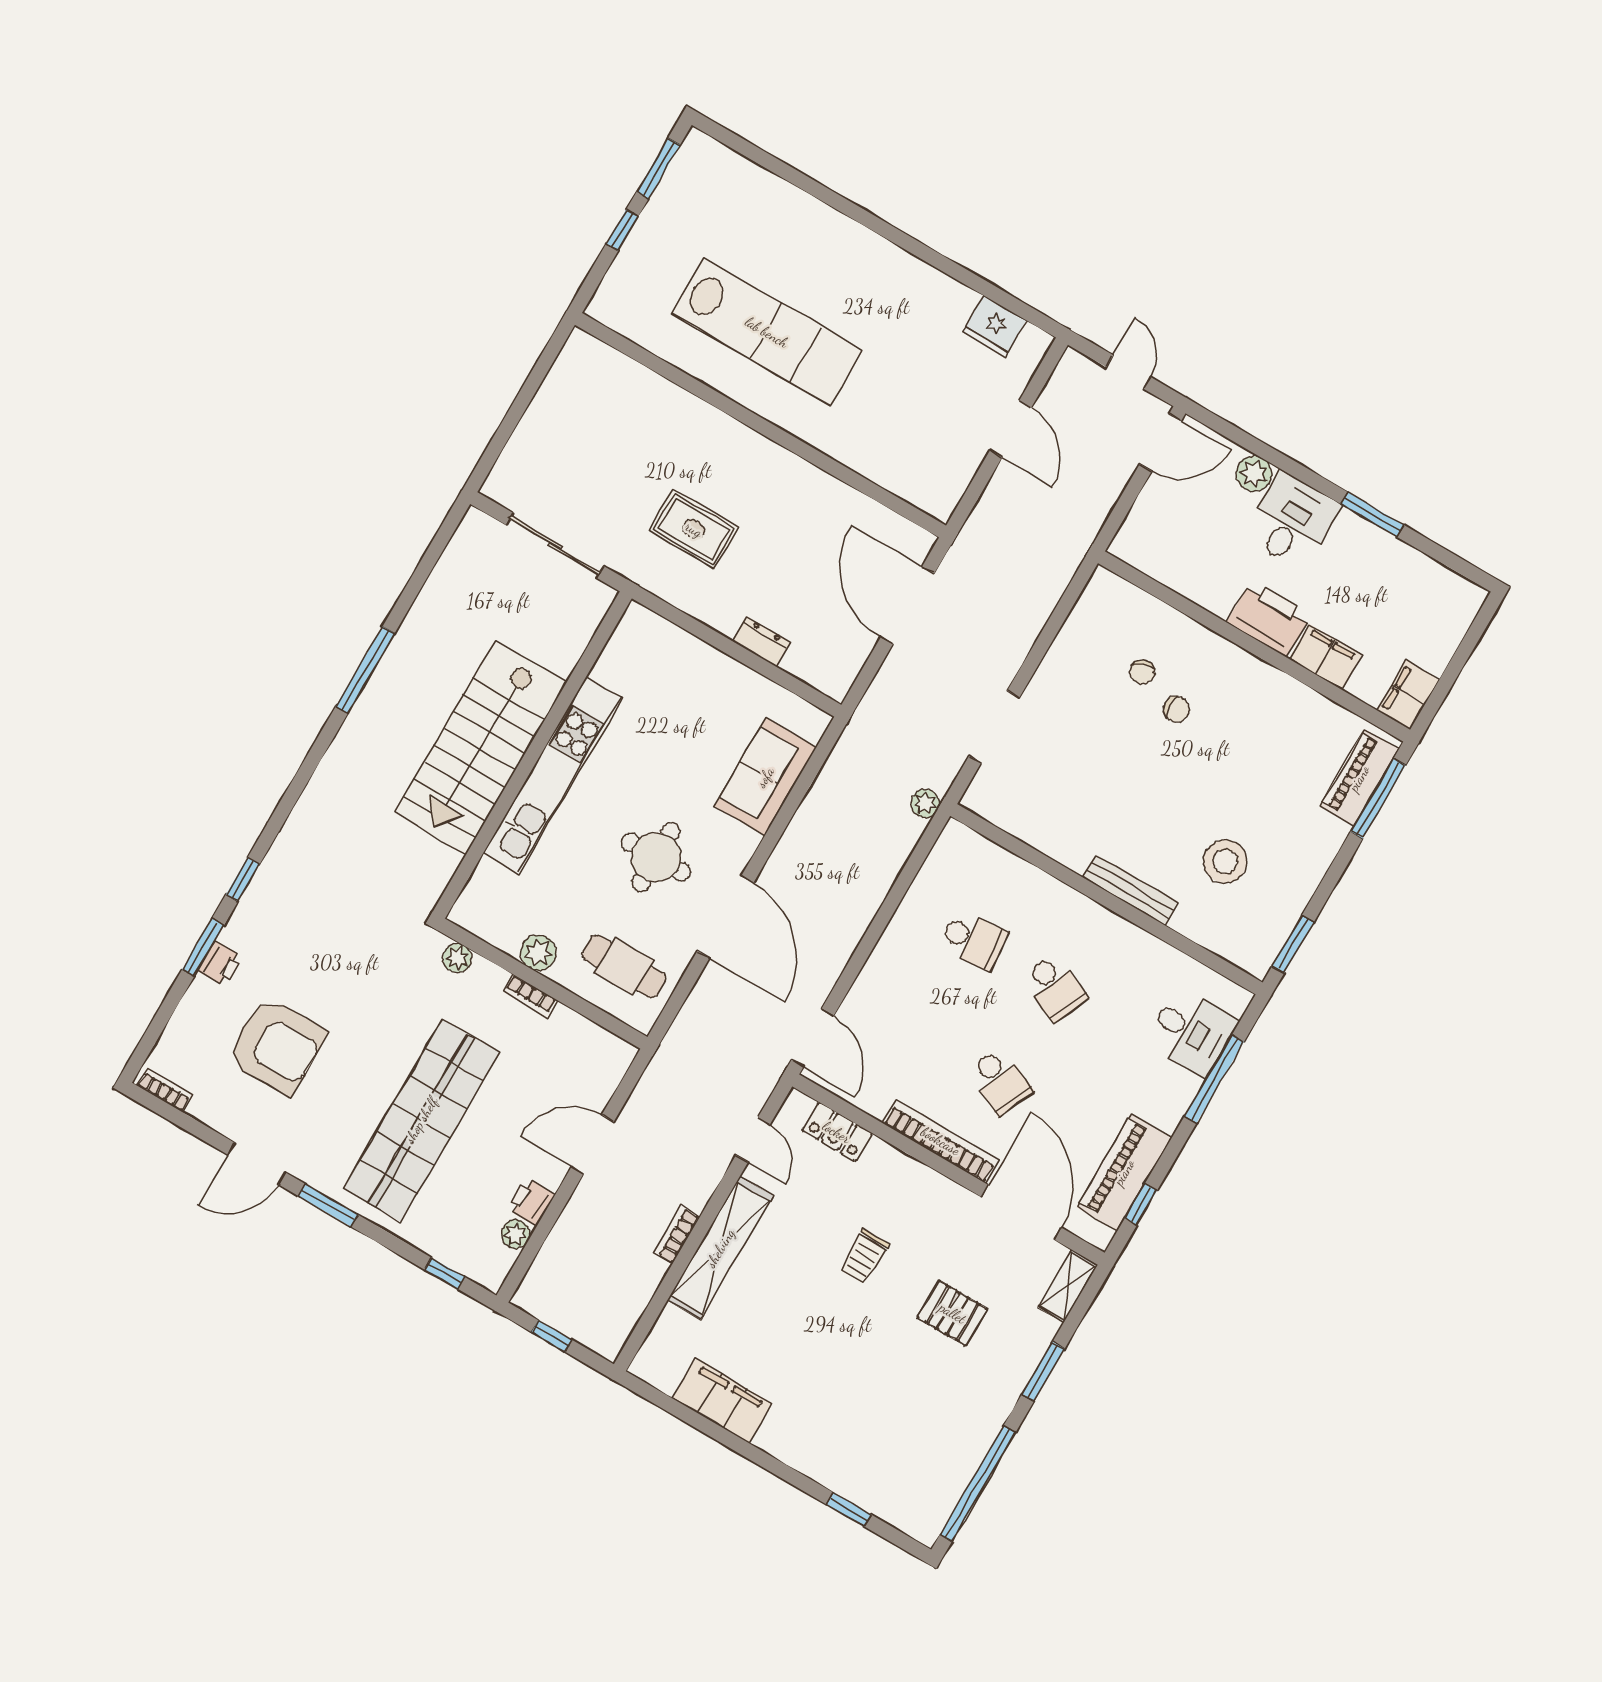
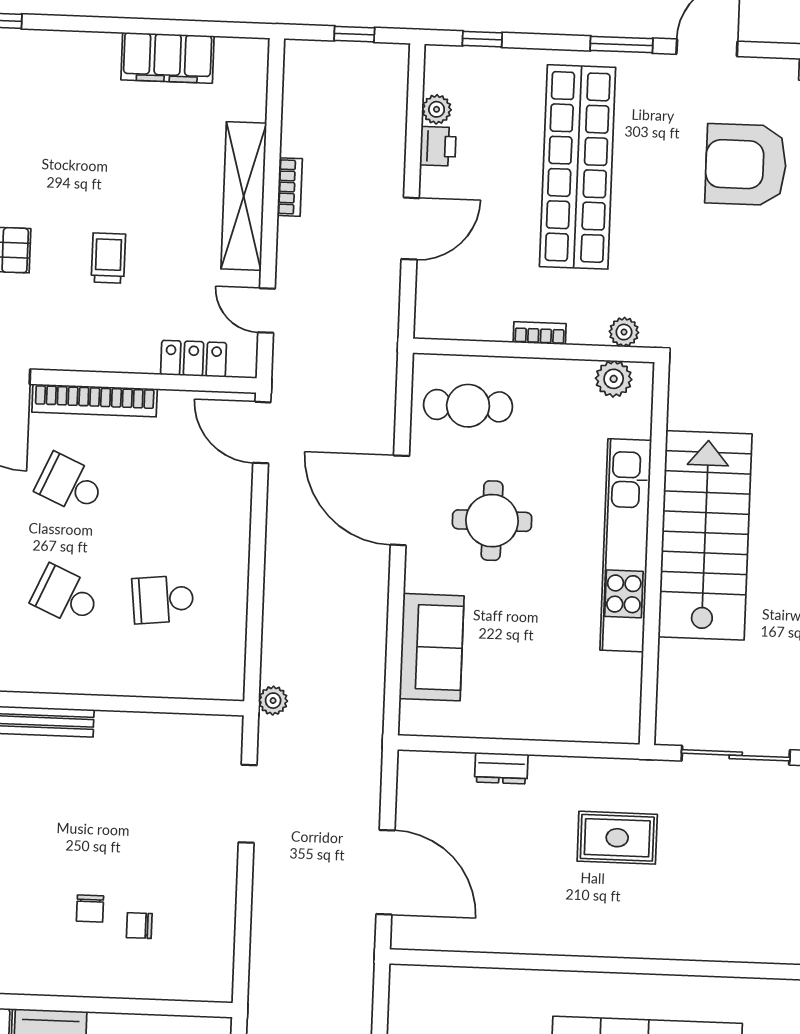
chair: (1142, 672) -> (139, 926), turned -64
chair: (1177, 709) -> (90, 908), turned -90
plant: (538, 953) -> (614, 379), moved

